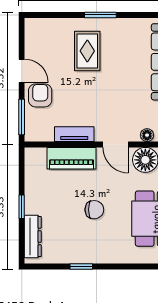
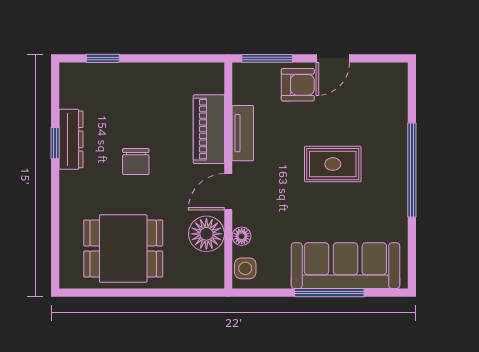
window: (100, 15) -> (412, 170), width x2.11
rug: (87, 51) -> (333, 164), moved
window: (22, 207) -> (103, 58), moved
dresser: (33, 236) -> (71, 139), moved, turned -90

